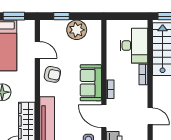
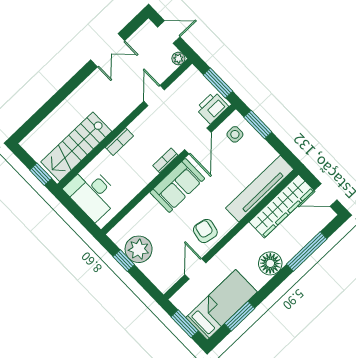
window: (62, 16) -> (124, 261), moved
desk: (134, 46) -> (92, 193), moved, turned -90

